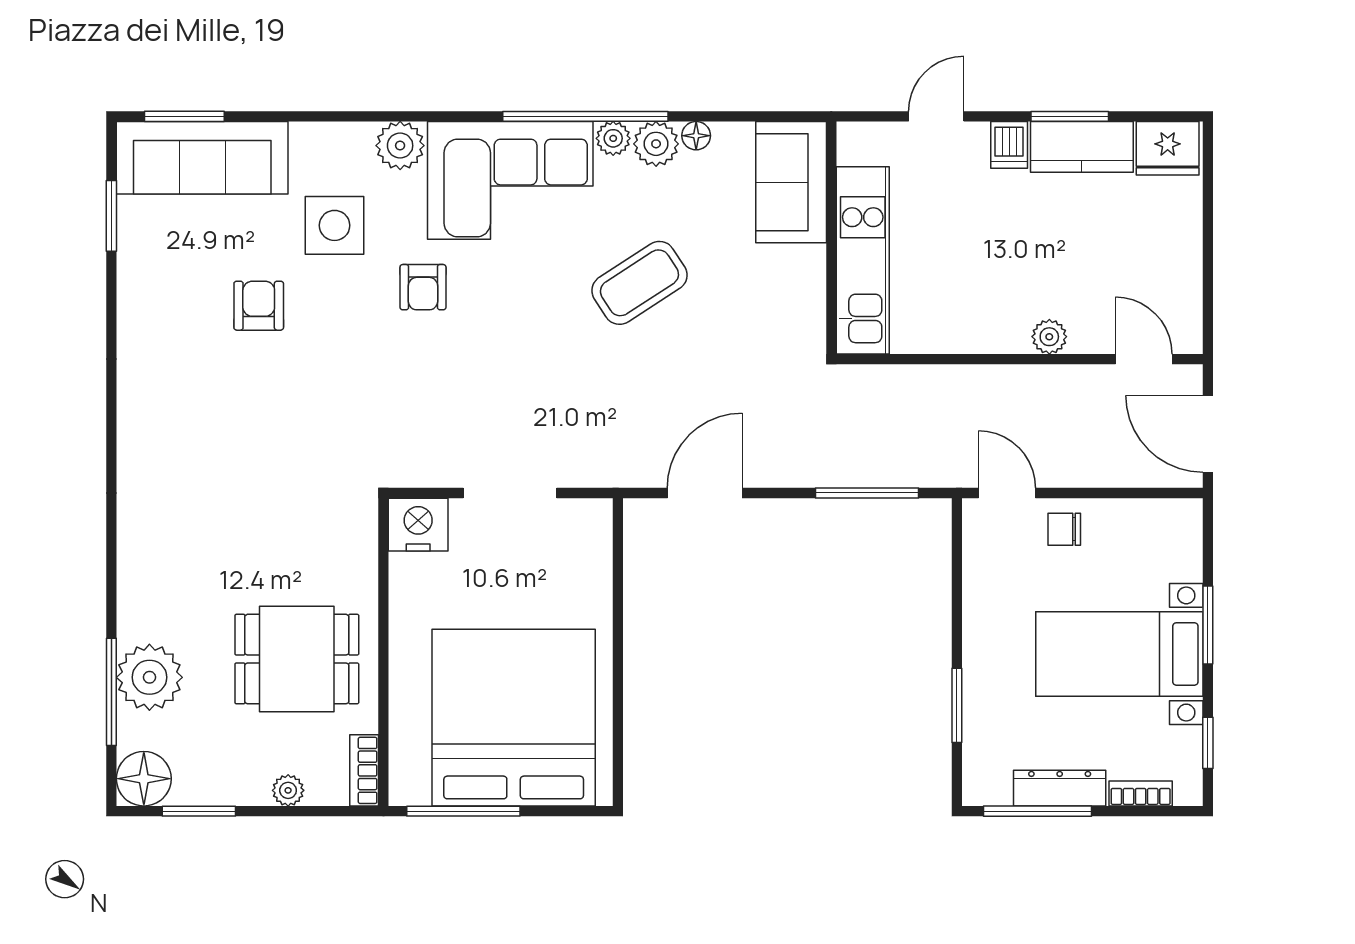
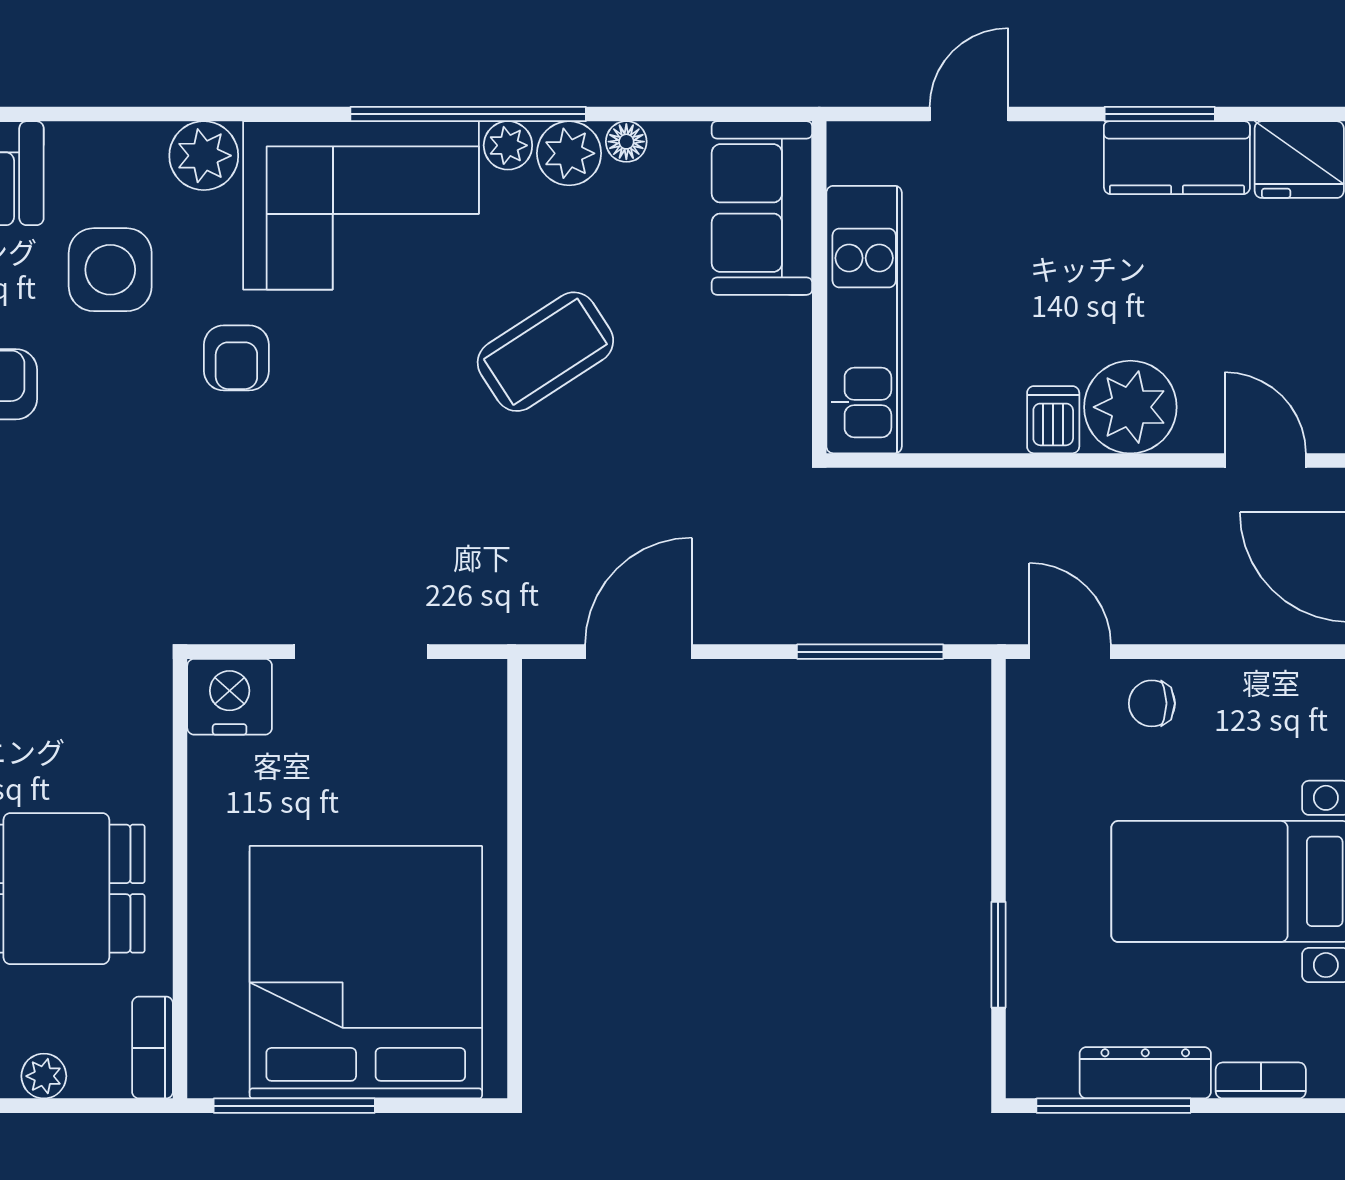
dishwasher: (1009, 145) -> (1053, 420), moved, turned 180
plant: (1049, 337) -> (1130, 407), width x1.87, depth x1.87

